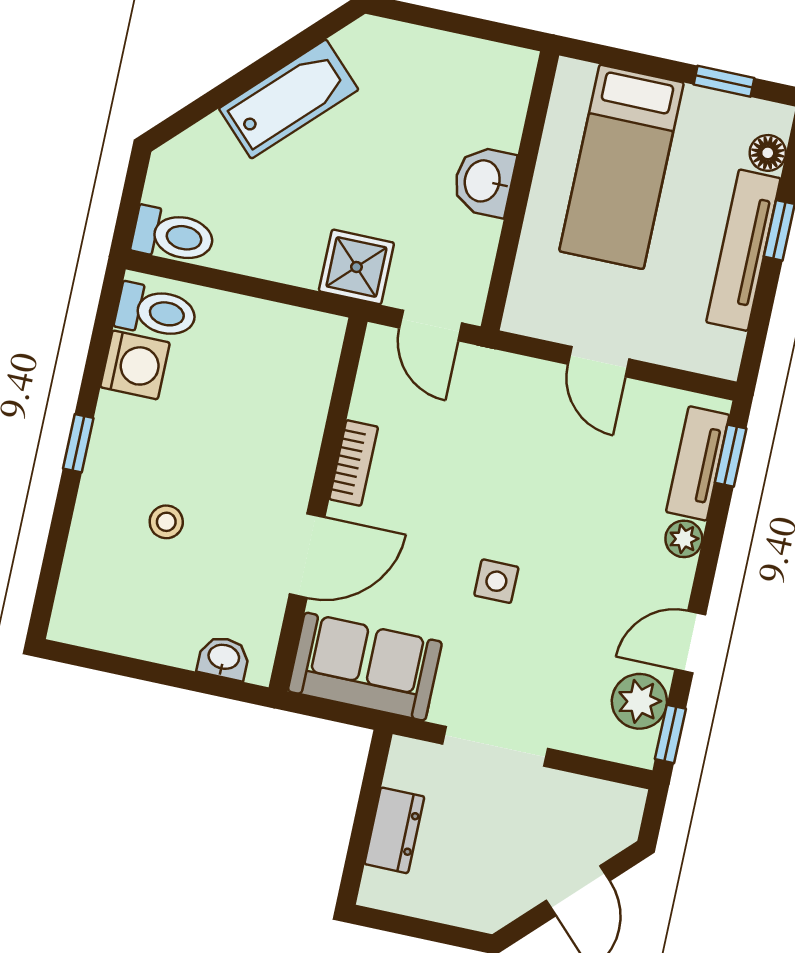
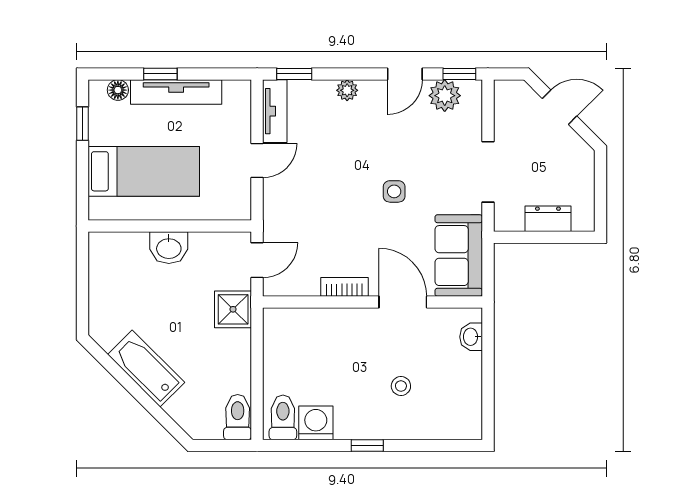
tv unit: (698, 463) -> (275, 111), moved, turned -90
door: (690, 642) -> (405, 74), hinge flipped

